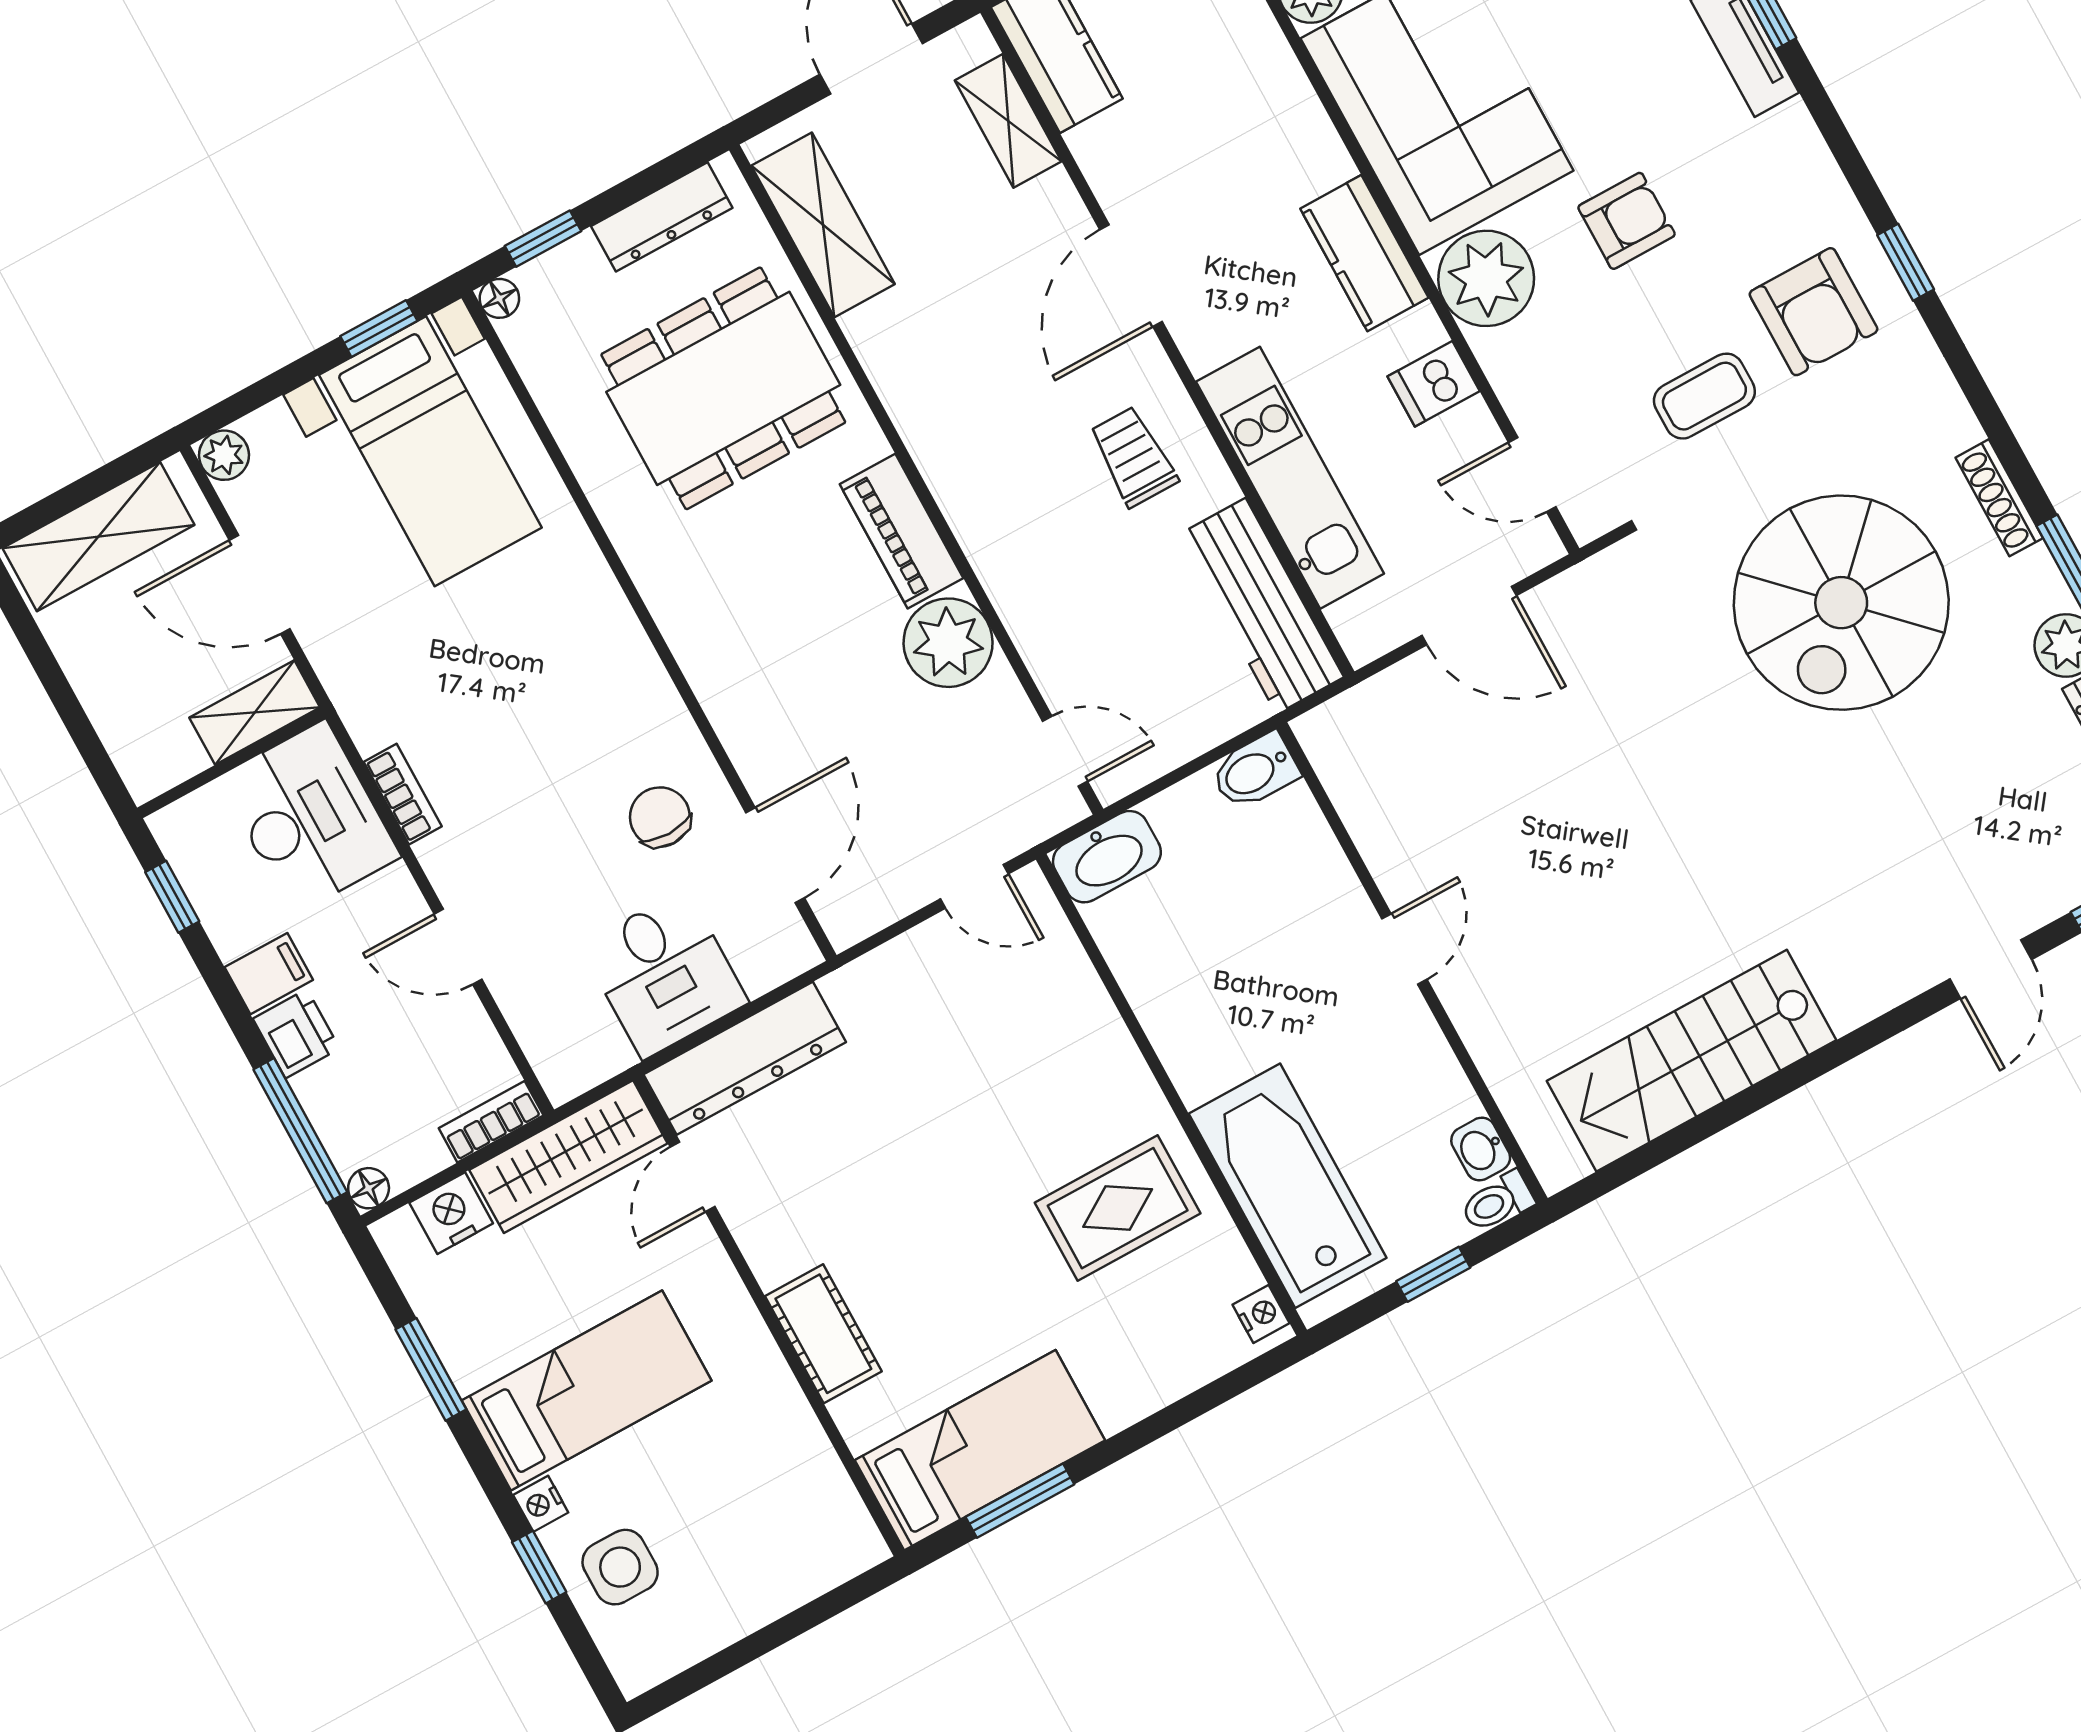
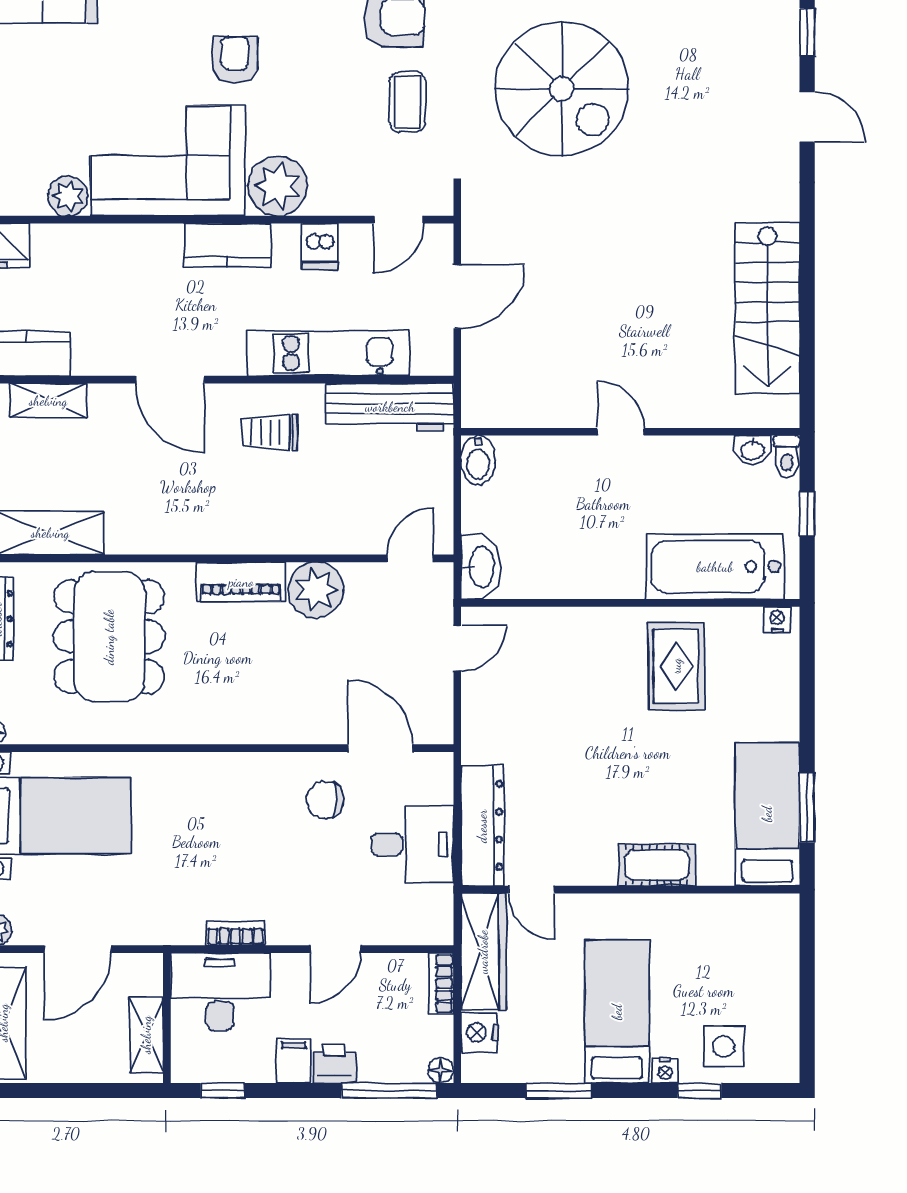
armchair: (1627, 221) -> (235, 60), moved
shelving: (255, 713) -> (146, 1035), moved

